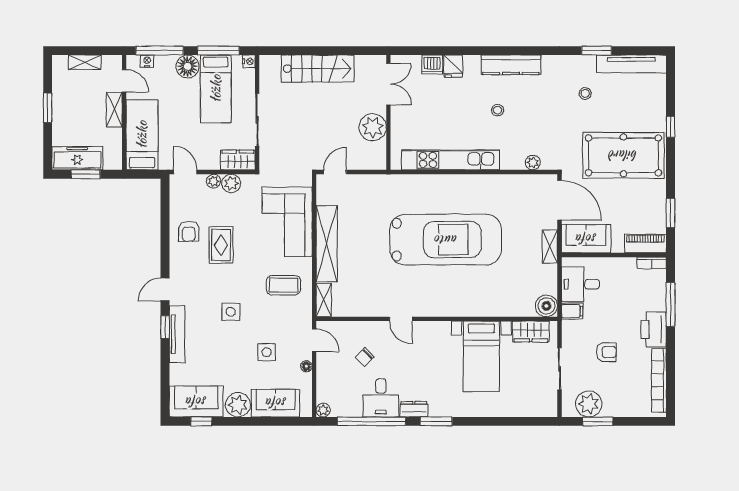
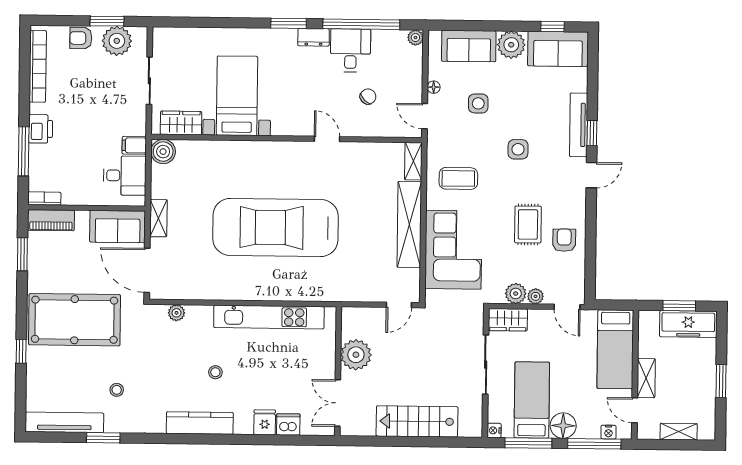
printer: (654, 330) -> (41, 129), width x0.73, depth x0.84
armchair: (606, 352) -> (81, 38), moved

